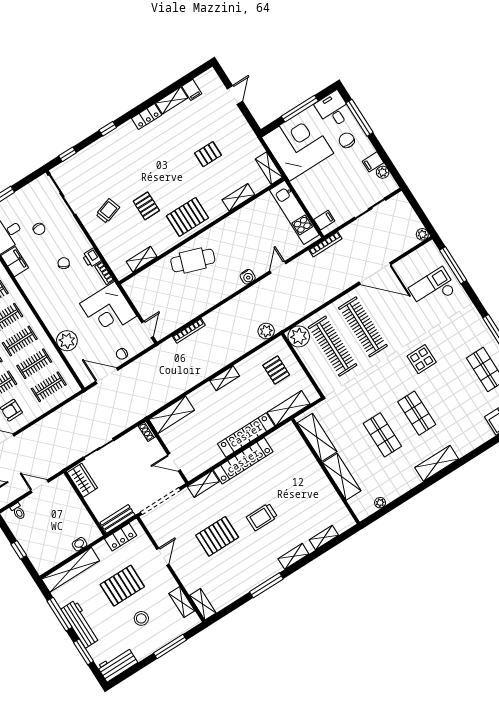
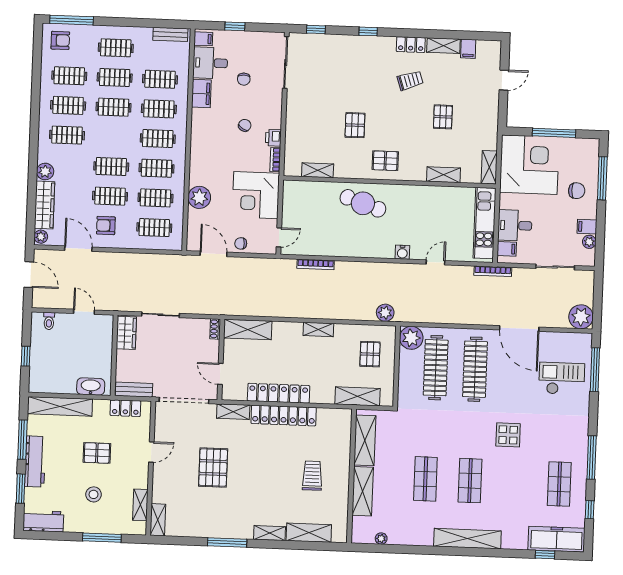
desk: (333, 110) -> (515, 225), moved, turned -90
chair: (347, 140) -> (577, 191), turned 90
pallet: (208, 154) -> (443, 117), turned 90
trolley: (108, 211) -> (410, 80), moved
pallet: (187, 217) -> (385, 161), width x0.67, depth x0.71
plant: (422, 234) -> (581, 317), width x1.88, depth x1.88
locker: (246, 435) -> (279, 393), moved
shelving: (437, 463) -> (467, 539), width x1.47
trolley: (262, 517) -> (312, 476), moved, turned 90
pallet: (217, 536) -> (213, 468), turned 90
shelving: (324, 537) -> (309, 533), width x1.50, depth x1.33
washbasin: (80, 544) -> (91, 387), width x1.91, depth x1.45
pallet: (122, 586) -> (97, 453), width x0.67, depth x0.71

